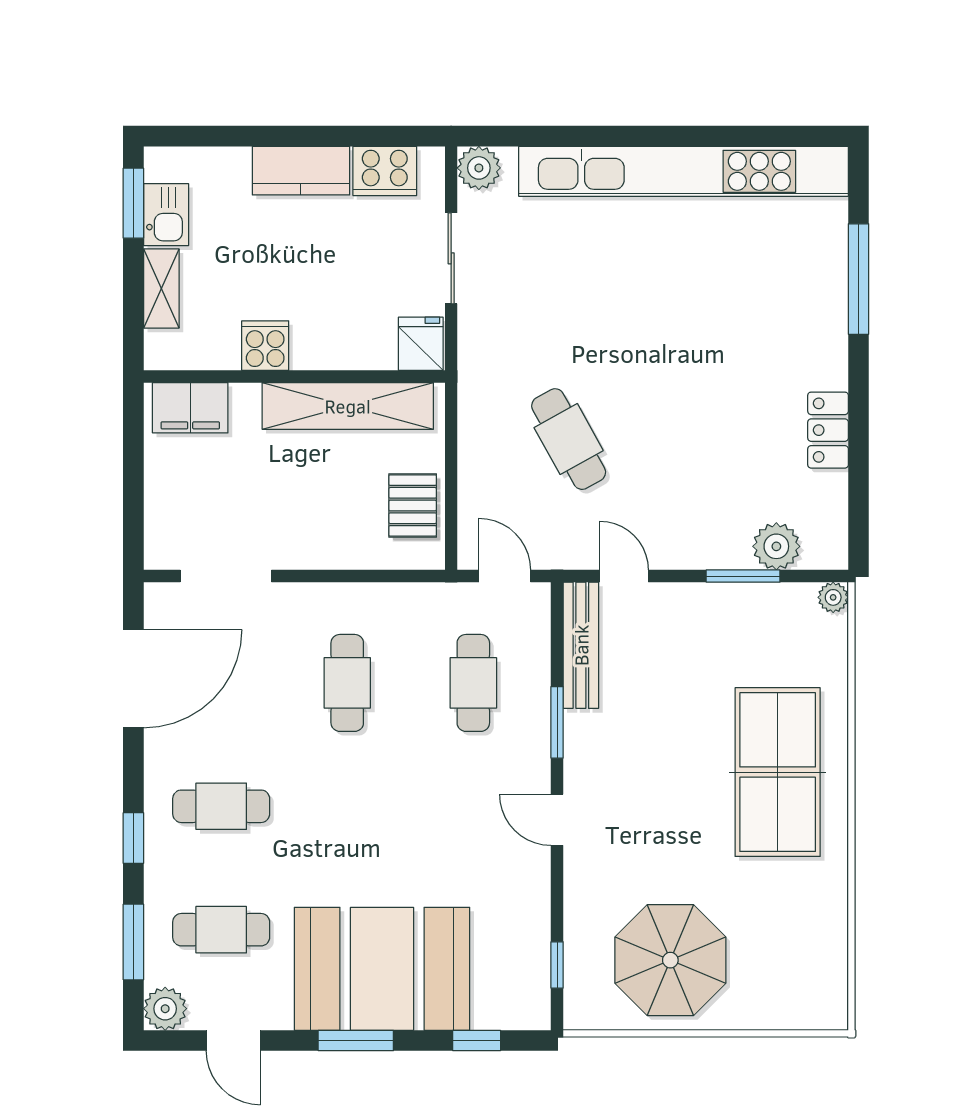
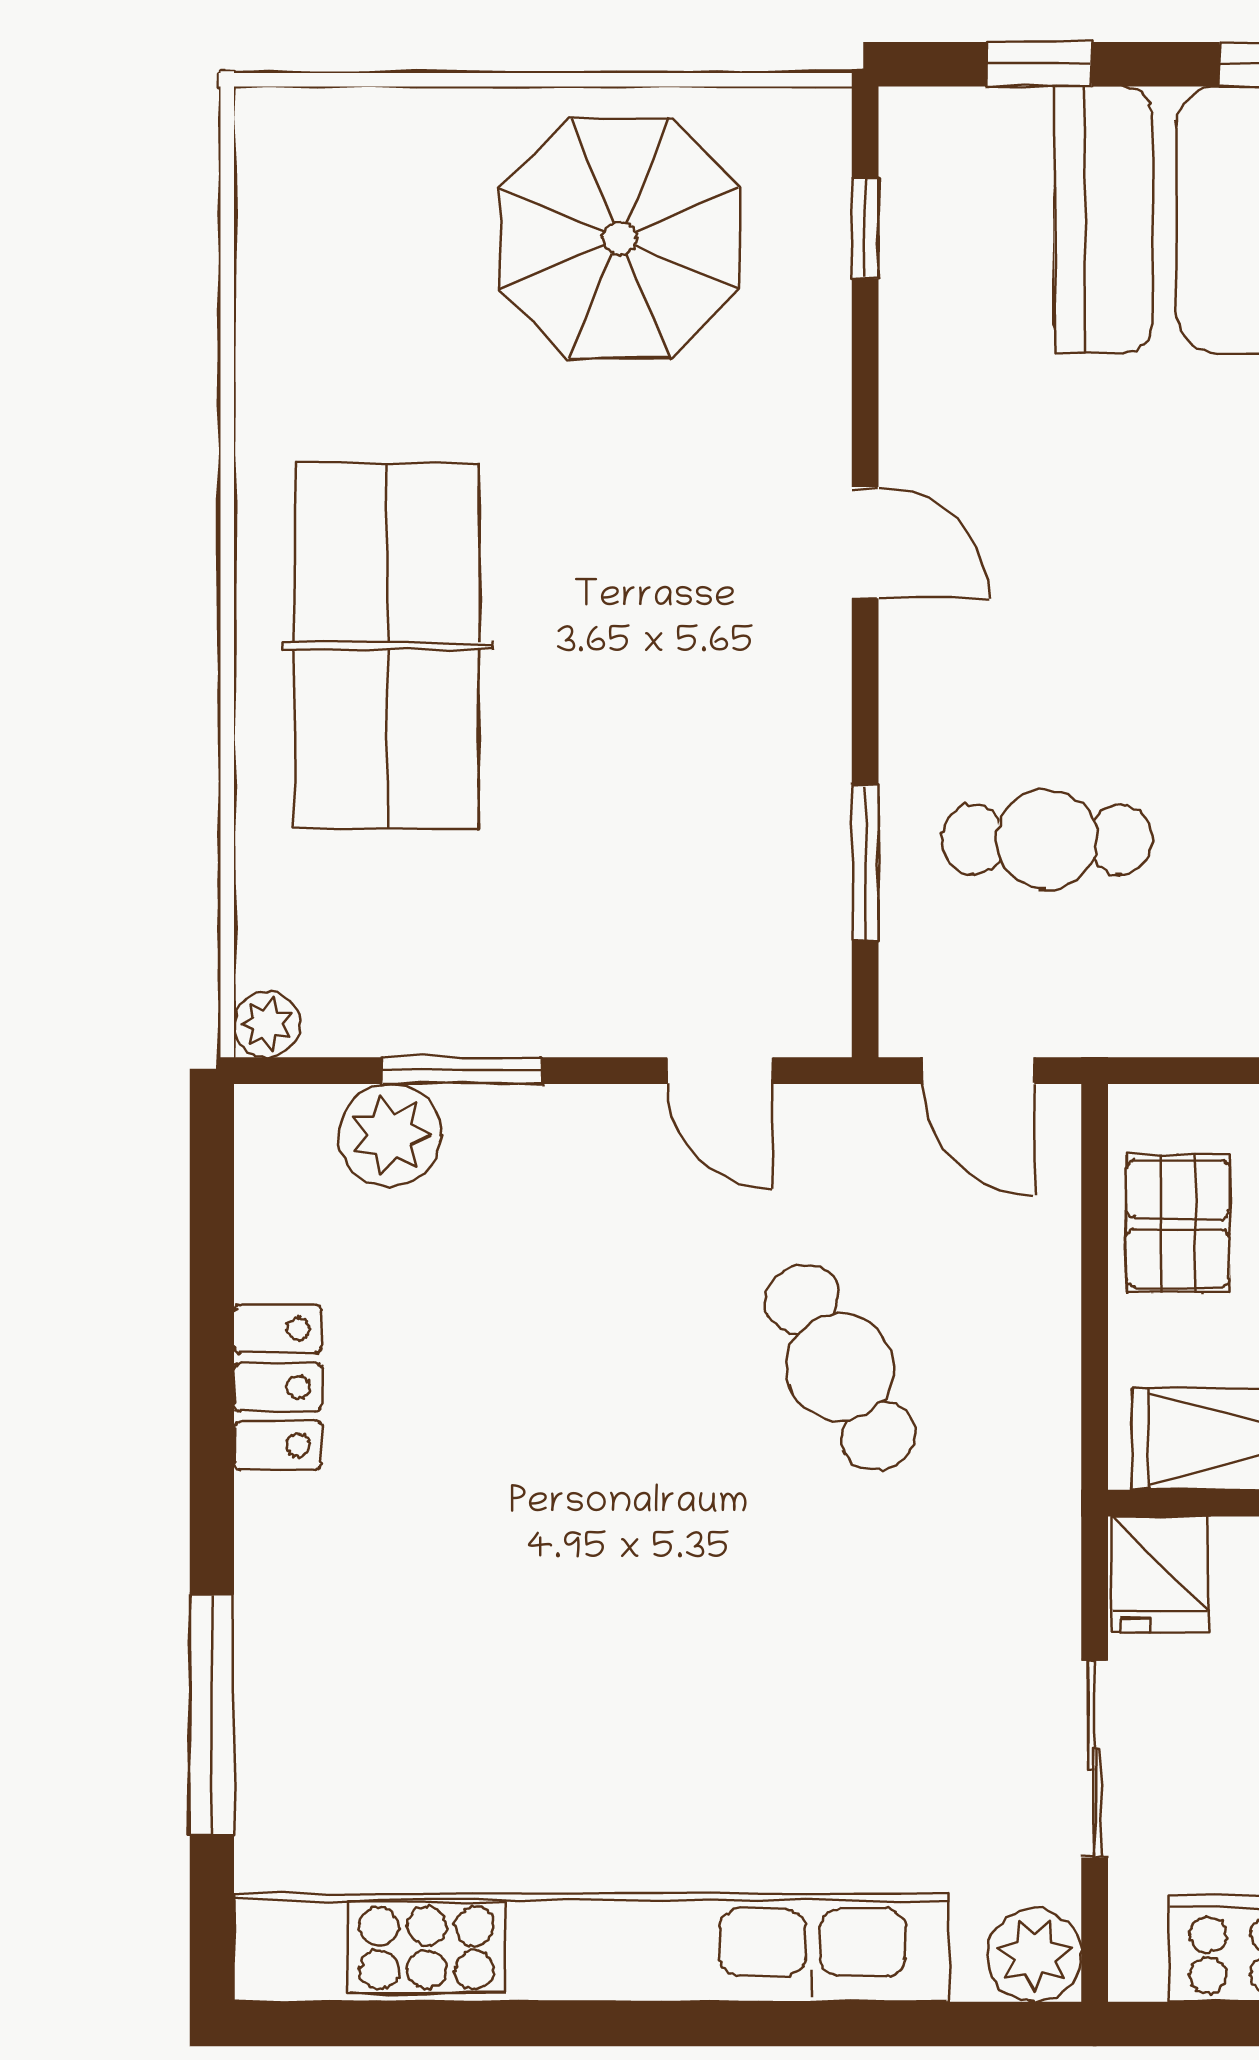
bench: (581, 645) -> (814, 921), removed
cafe table: (473, 683) -> (1047, 839), turned 90
window: (557, 722) -> (865, 863), moved

